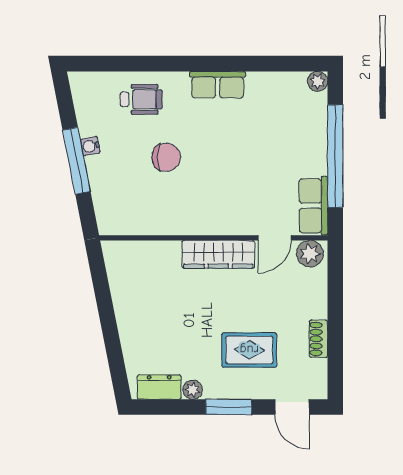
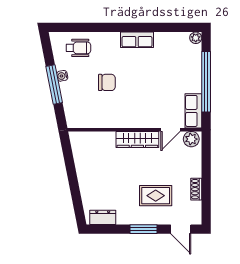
wheelchair: (141, 99) -> (78, 48), moved
plant: (193, 390) -> (122, 219), removed

